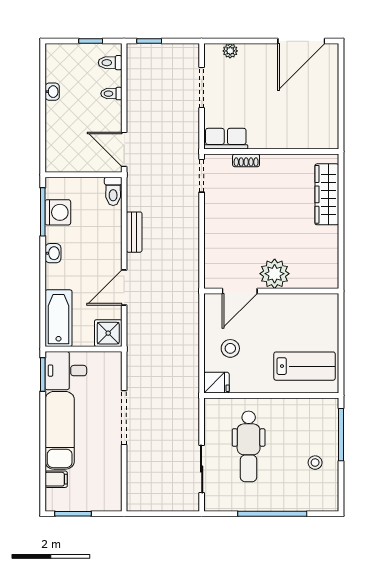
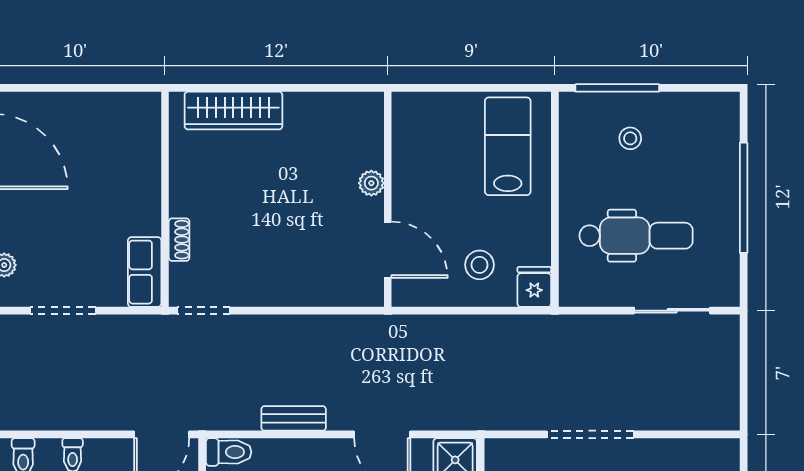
plant: (275, 274) -> (371, 183), width x0.53, depth x0.53
stool: (315, 463) -> (630, 138), moved

